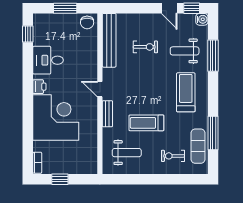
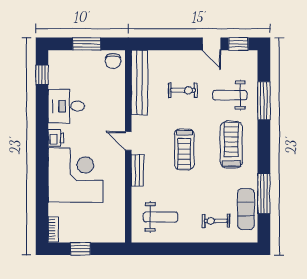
water cooler: (202, 19) -> (251, 57), removed
treadmill: (146, 123) -> (184, 149), moved, turned -90

